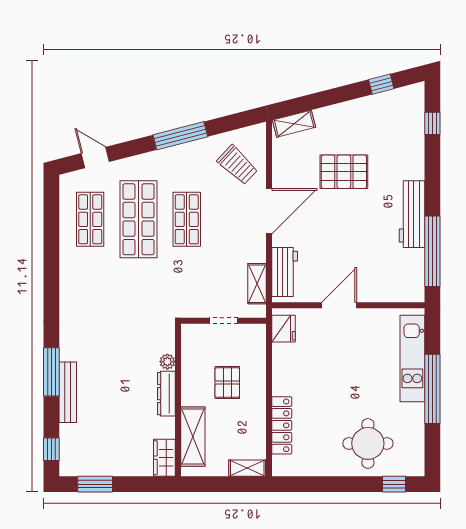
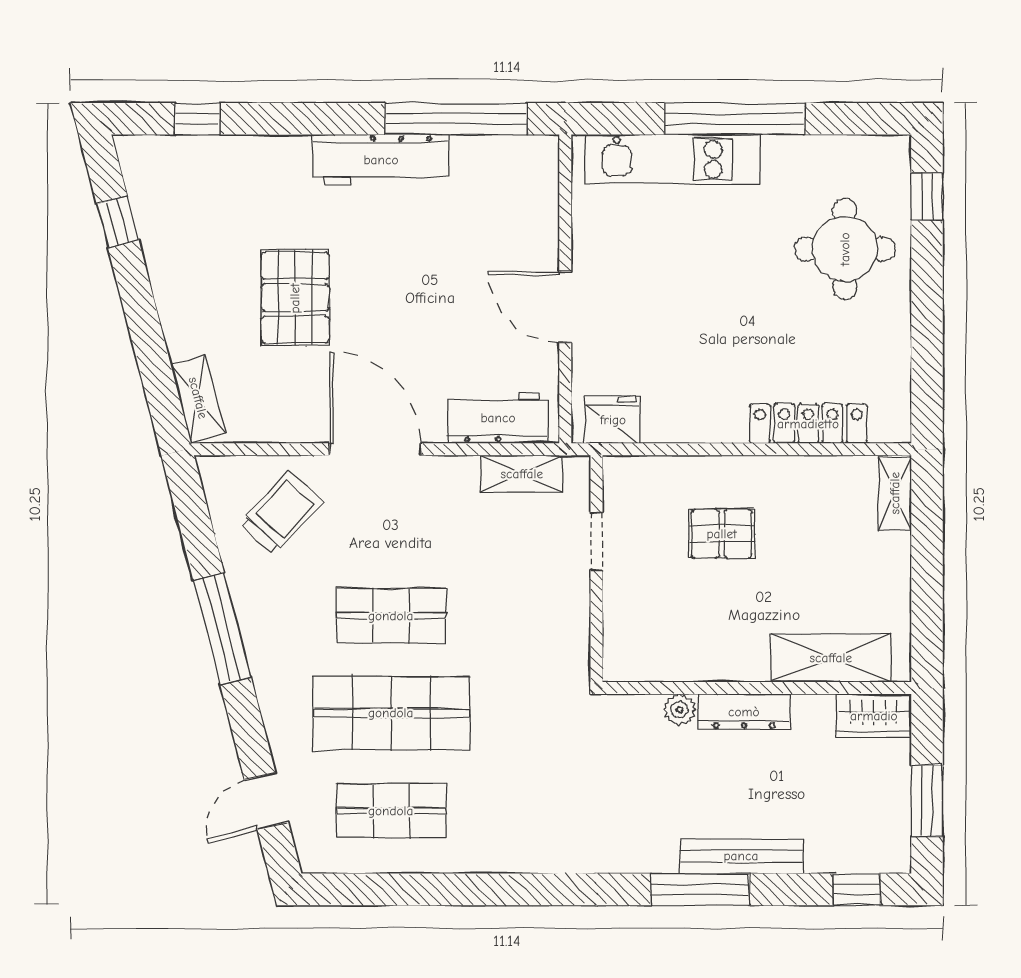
plant: (167, 362) -> (679, 710), moved
dresser: (166, 394) -> (744, 712), moved
wall: (178, 400) -> (757, 688), moved
shelving: (193, 437) -> (831, 658), moved
wardrobe: (164, 458) -> (874, 716), moved

